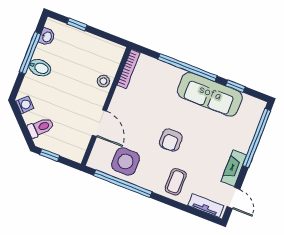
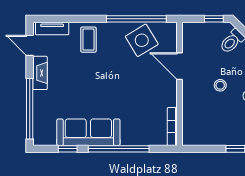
stool: (103, 81) -> (220, 85), moved
armchair: (171, 140) -> (108, 76), removed
side table: (126, 162) -> (142, 40), turned -31

